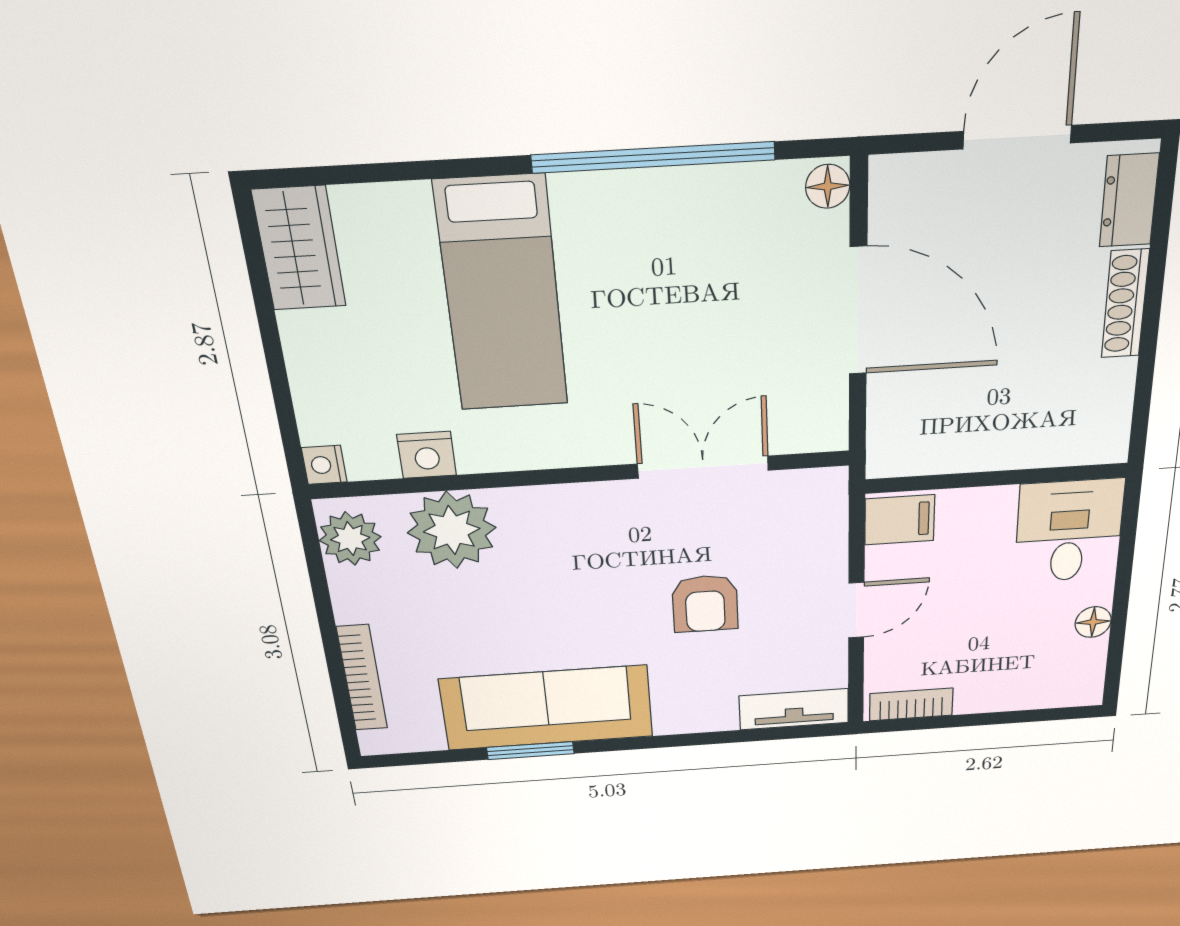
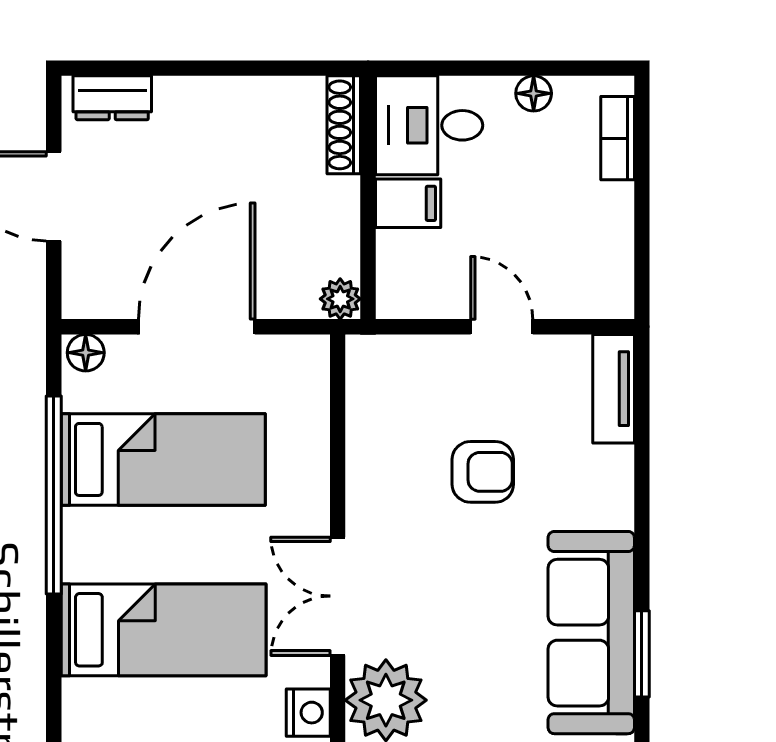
bed: (703, 283) -> (163, 459), added
shoe rack: (1125, 304) -> (344, 125), moved, turned 90
plant: (888, 458) -> (340, 299), added
double door: (703, 467) -> (338, 596), moved
filing cabinet: (900, 520) -> (408, 203), moved, turned 90
bookcase: (911, 705) -> (618, 138), moved

